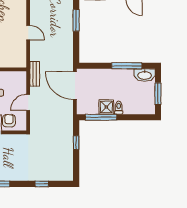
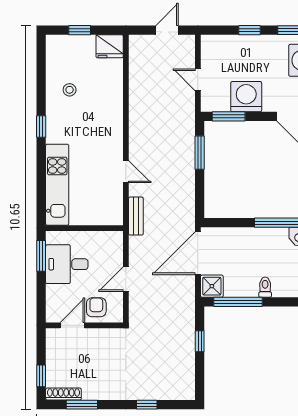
bench: (35, 74) -> (136, 216), moved
door: (75, 86) -> (198, 253), hinge flipped
shower: (106, 107) -> (212, 286), moved

